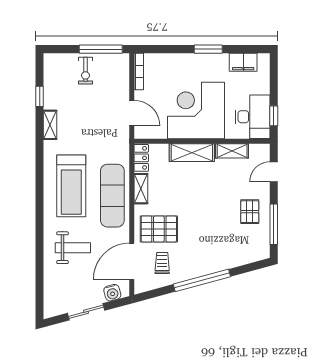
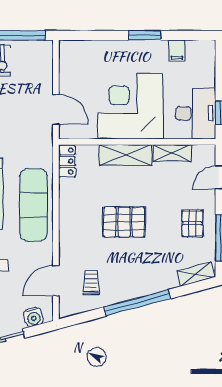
filing cabinet: (243, 62) -> (177, 50), width x0.50
bookcase: (139, 71) -> (64, 61), removed
shelving: (141, 189) -> (196, 274), moved, turned 75
pallet: (159, 229) -> (124, 222), moved
door: (132, 261) -> (56, 281), width x0.73

